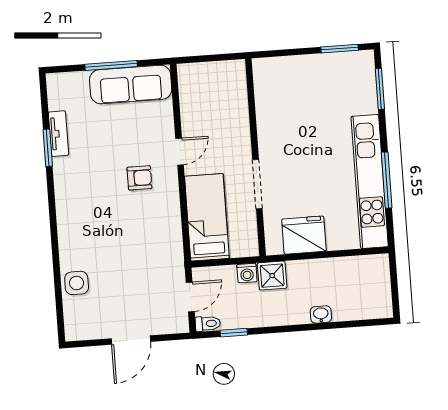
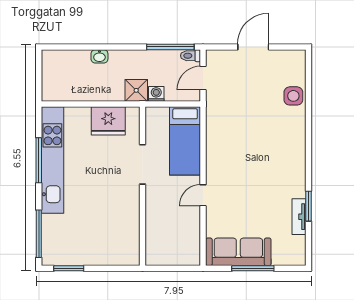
window: (380, 89) -> (39, 234), width x1.44
armchair: (139, 178) -> (237, 176), removed
window: (234, 333) -> (170, 47), width x2.17

